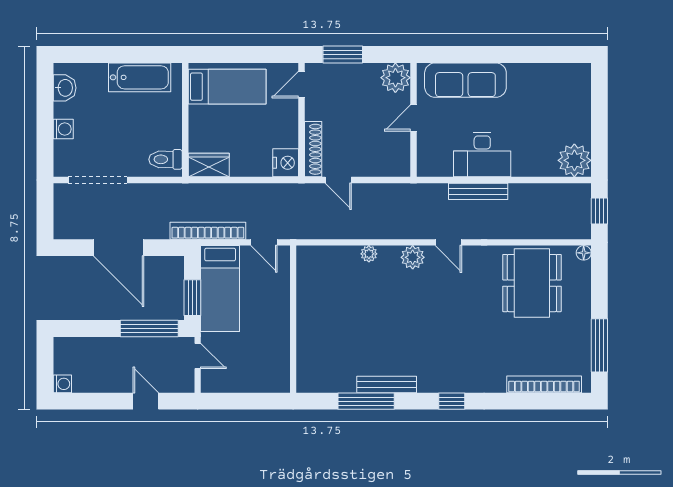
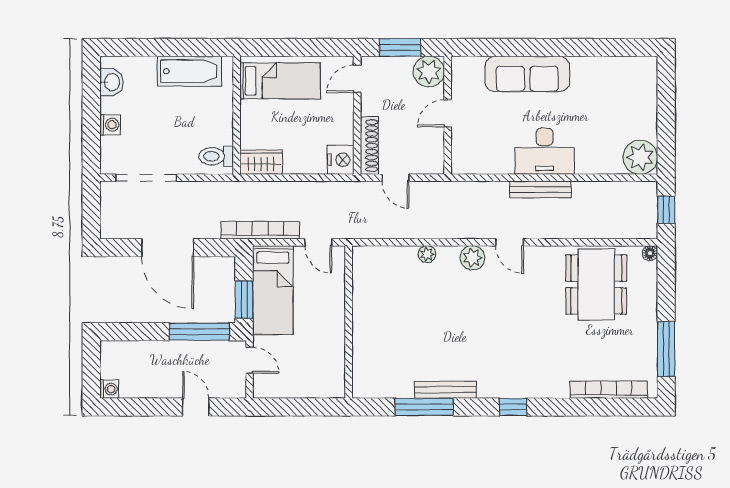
plant: (395, 78) -> (429, 72), moved
door: (414, 118) -> (448, 113), moved
wall: (414, 120) -> (448, 115), moved

